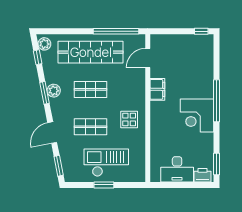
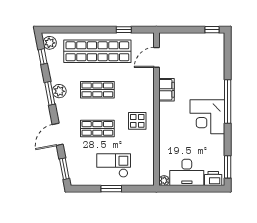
window: (116, 31) -> (124, 30), width x0.32
checkout: (106, 163) -> (114, 165), width x0.73, depth x0.83
plant: (155, 177) -> (164, 181), added

